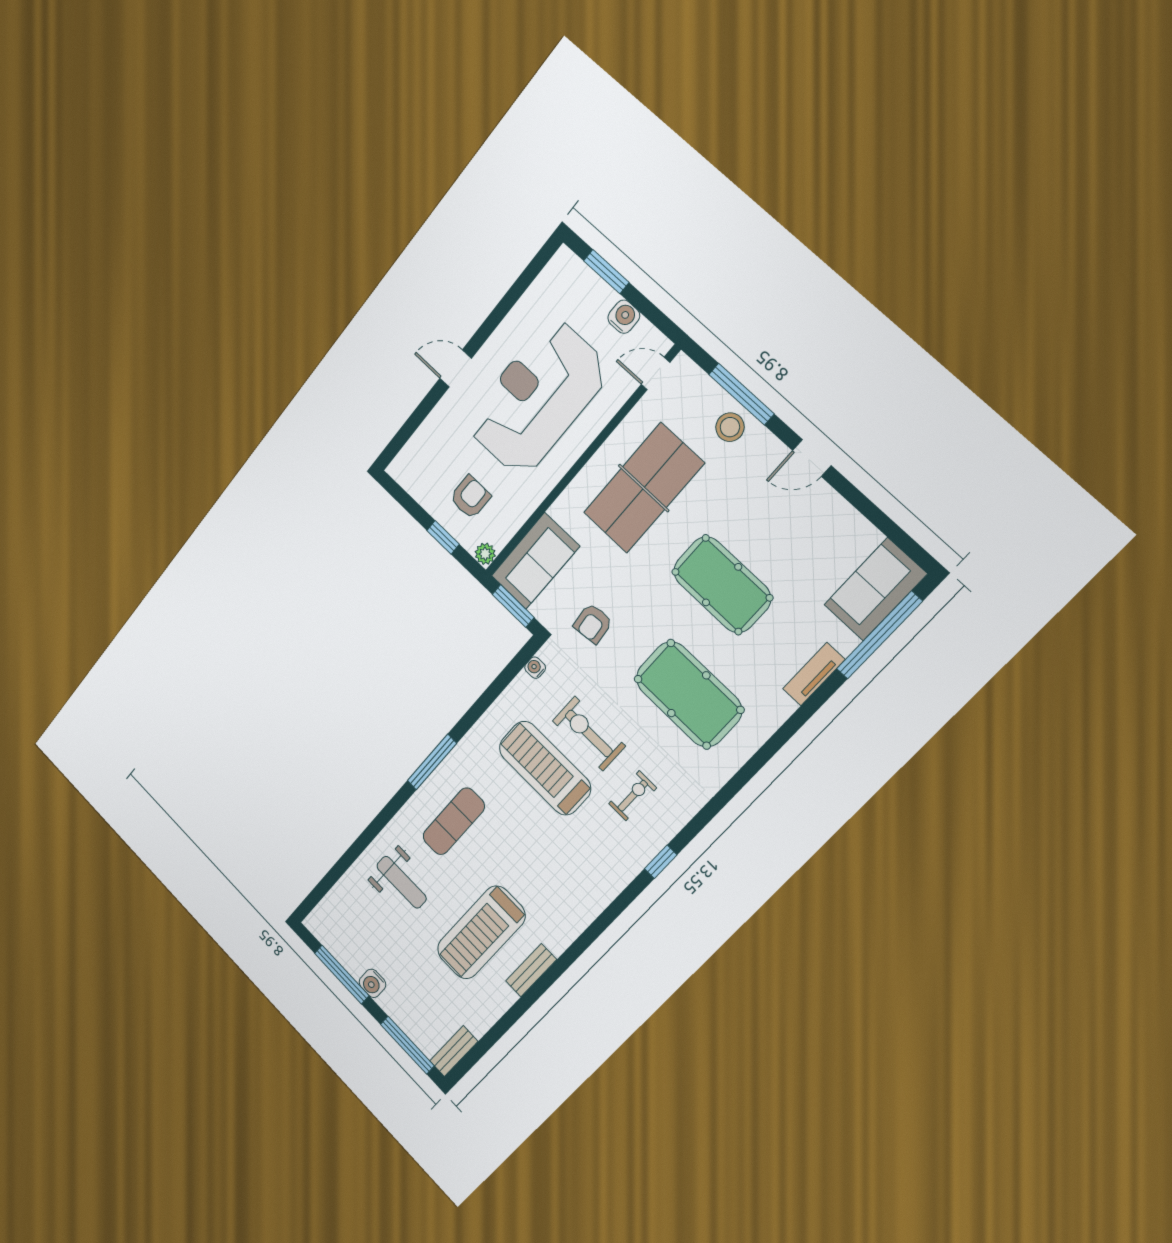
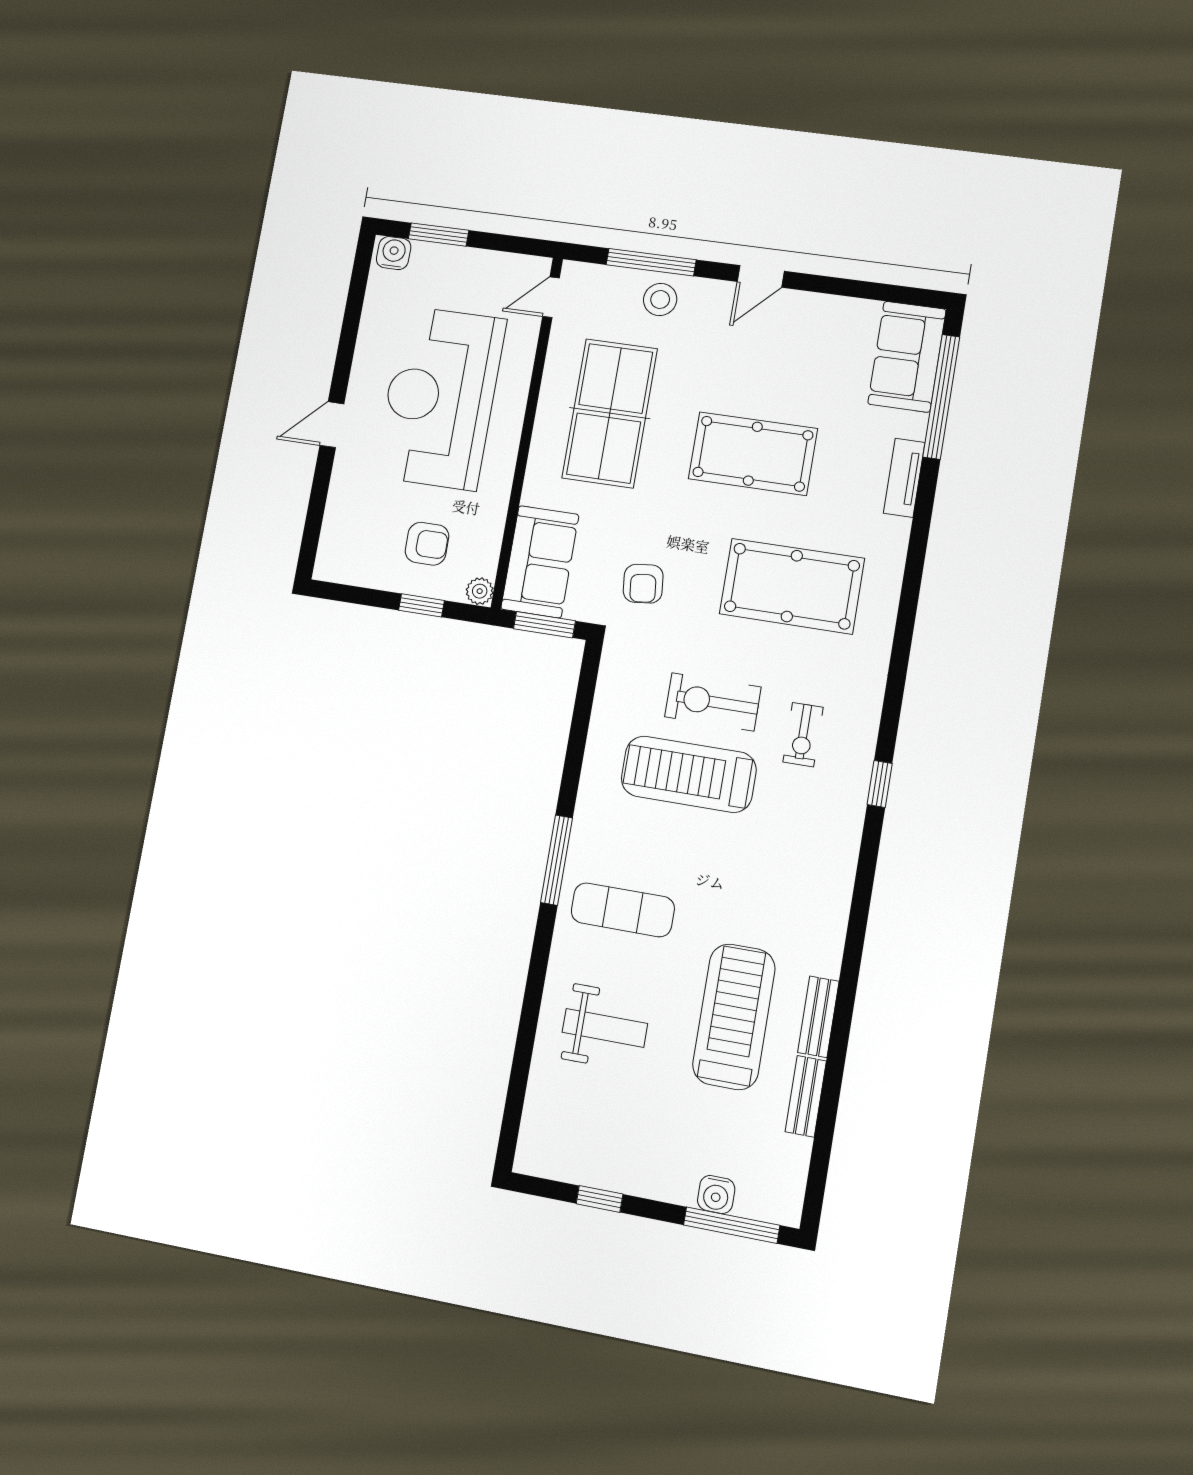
water cooler: (624, 317) -> (394, 253), moved
armchair: (470, 497) -> (427, 544), turned 90
water cooler: (535, 668) -> (610, 673), removed
exercise bike: (633, 796) -> (803, 735), turned 180
exercise mat: (454, 821) -> (623, 910), turned 90
treadmill: (481, 933) -> (734, 1017), turned 180
window: (342, 974) -> (600, 1199), width x0.46
water cooler: (372, 983) -> (716, 1194), moved
bench: (454, 1051) -> (806, 1096), moved

